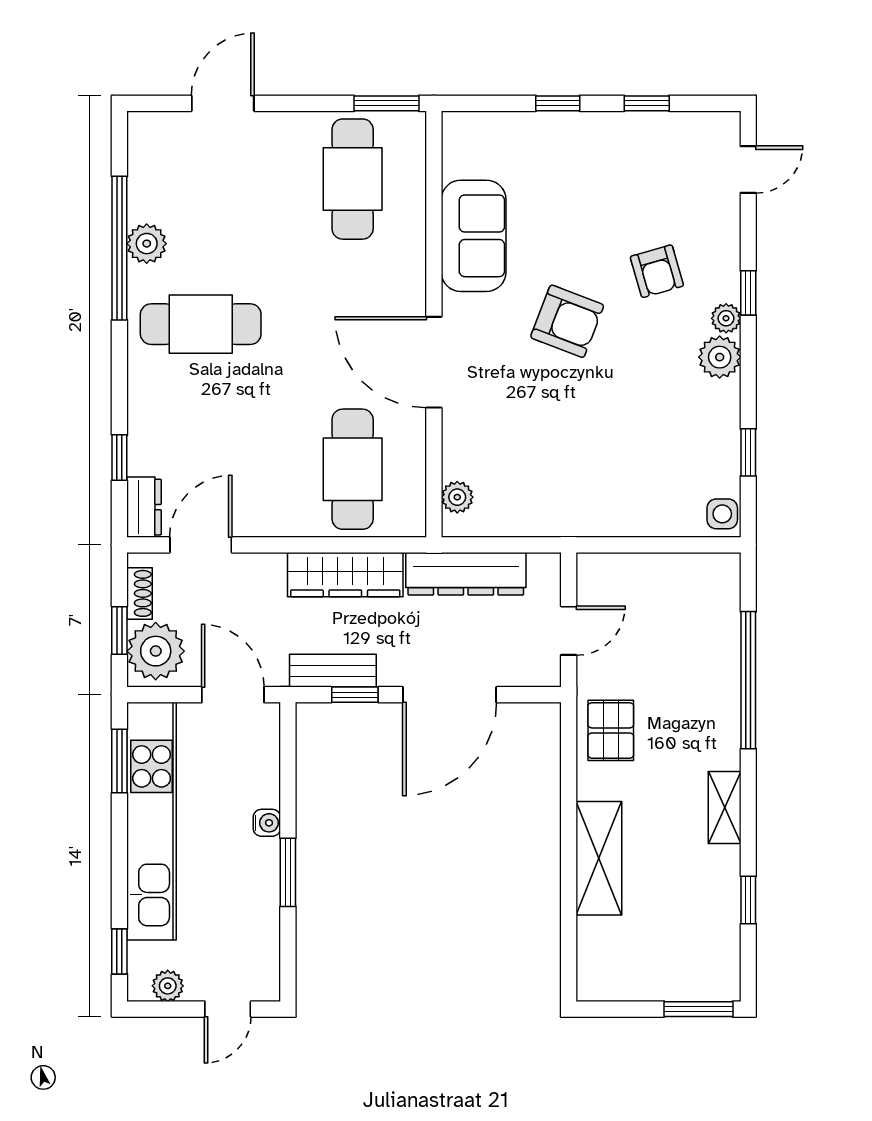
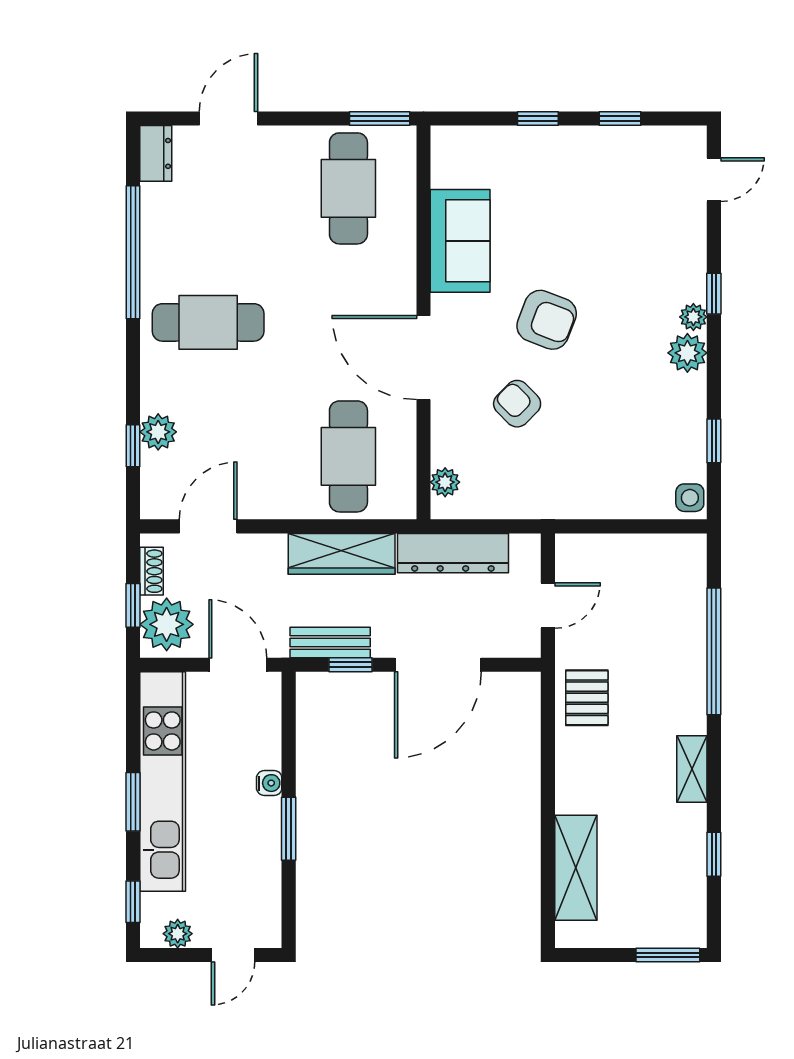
plant: (147, 244) -> (158, 432), moved
armchair: (657, 271) -> (517, 404), moved, turned 151
dresser: (144, 507) -> (156, 153), moved
window: (119, 761) -> (133, 802), moved
shelving: (599, 858) -> (576, 868), moved

